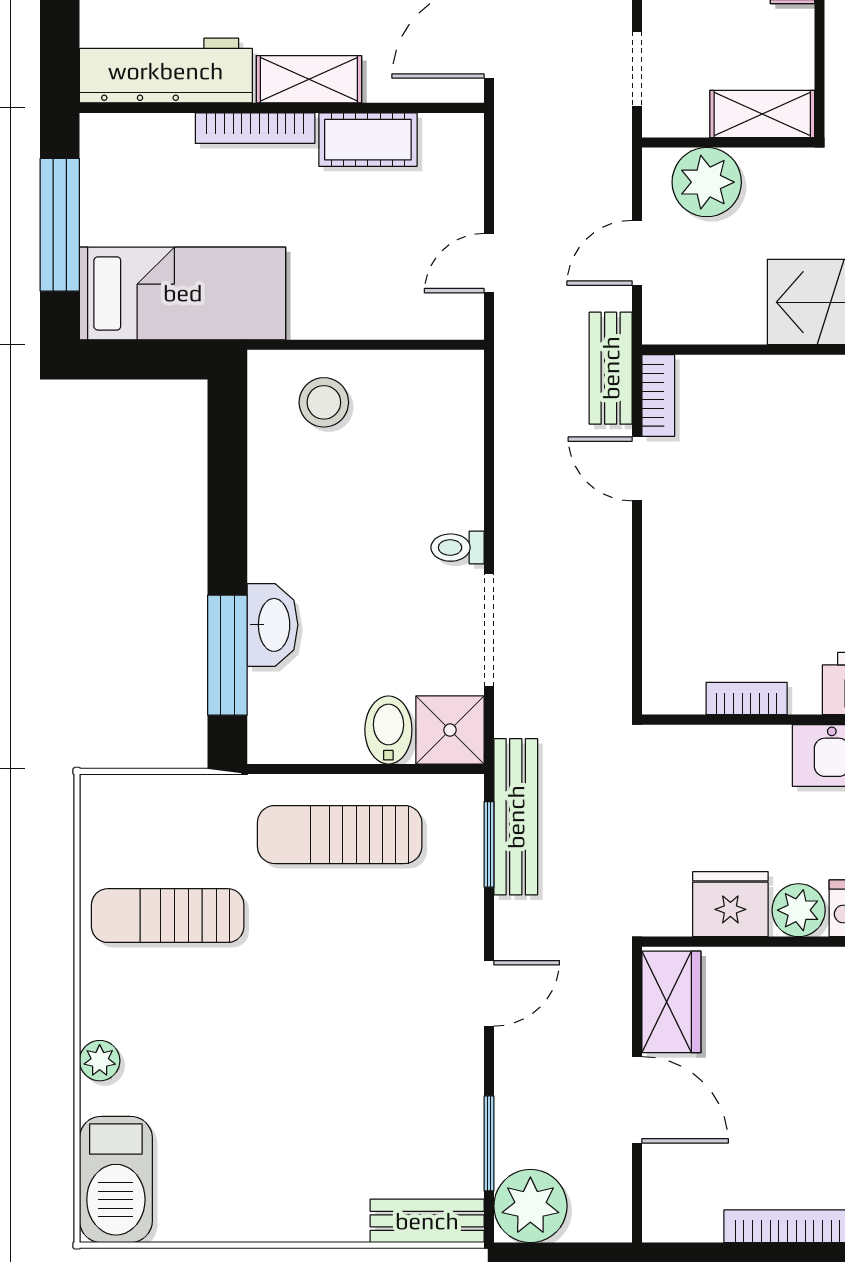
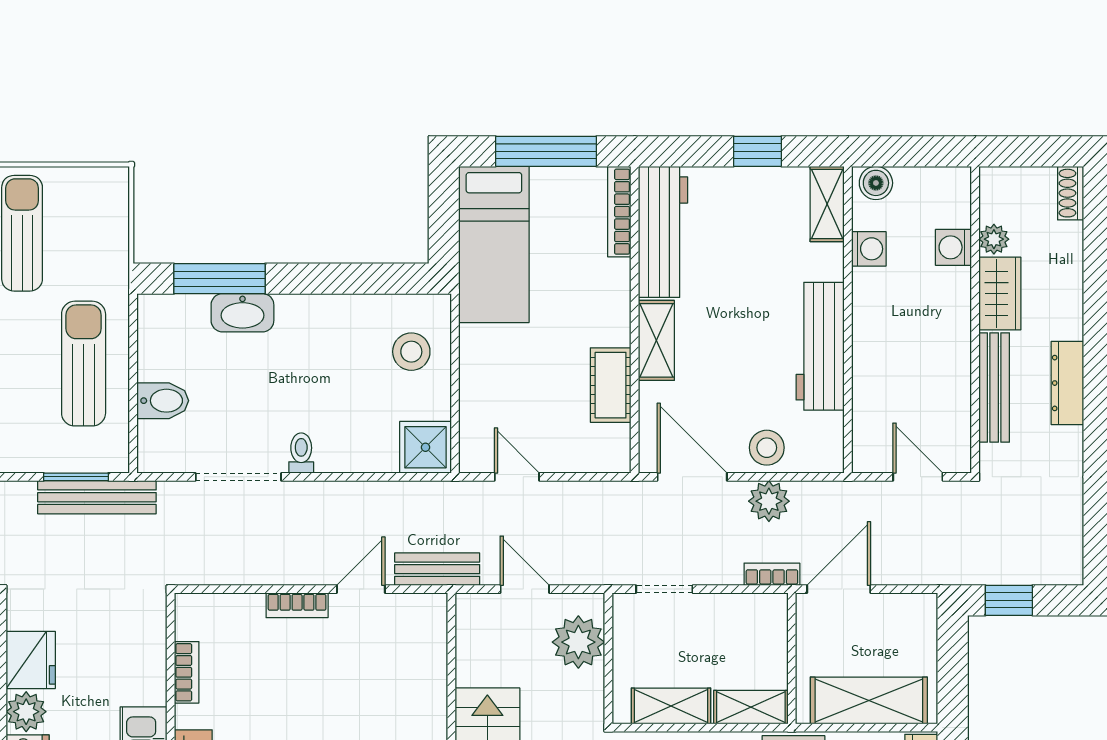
shelving: (762, 114) -> (671, 706), moved, turned 90
bookcase: (255, 128) -> (619, 212), moved
bookcase: (658, 395) -> (297, 605), moved
shower: (450, 730) -> (425, 447), moved

